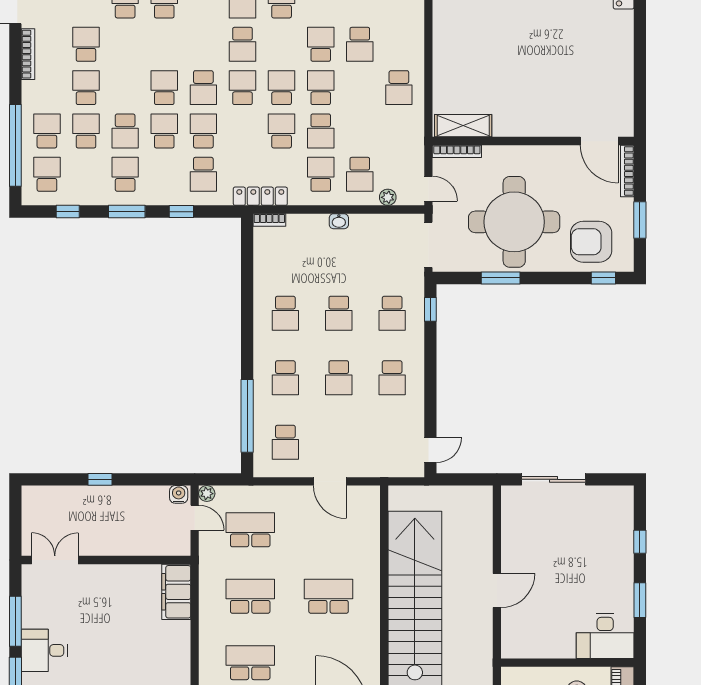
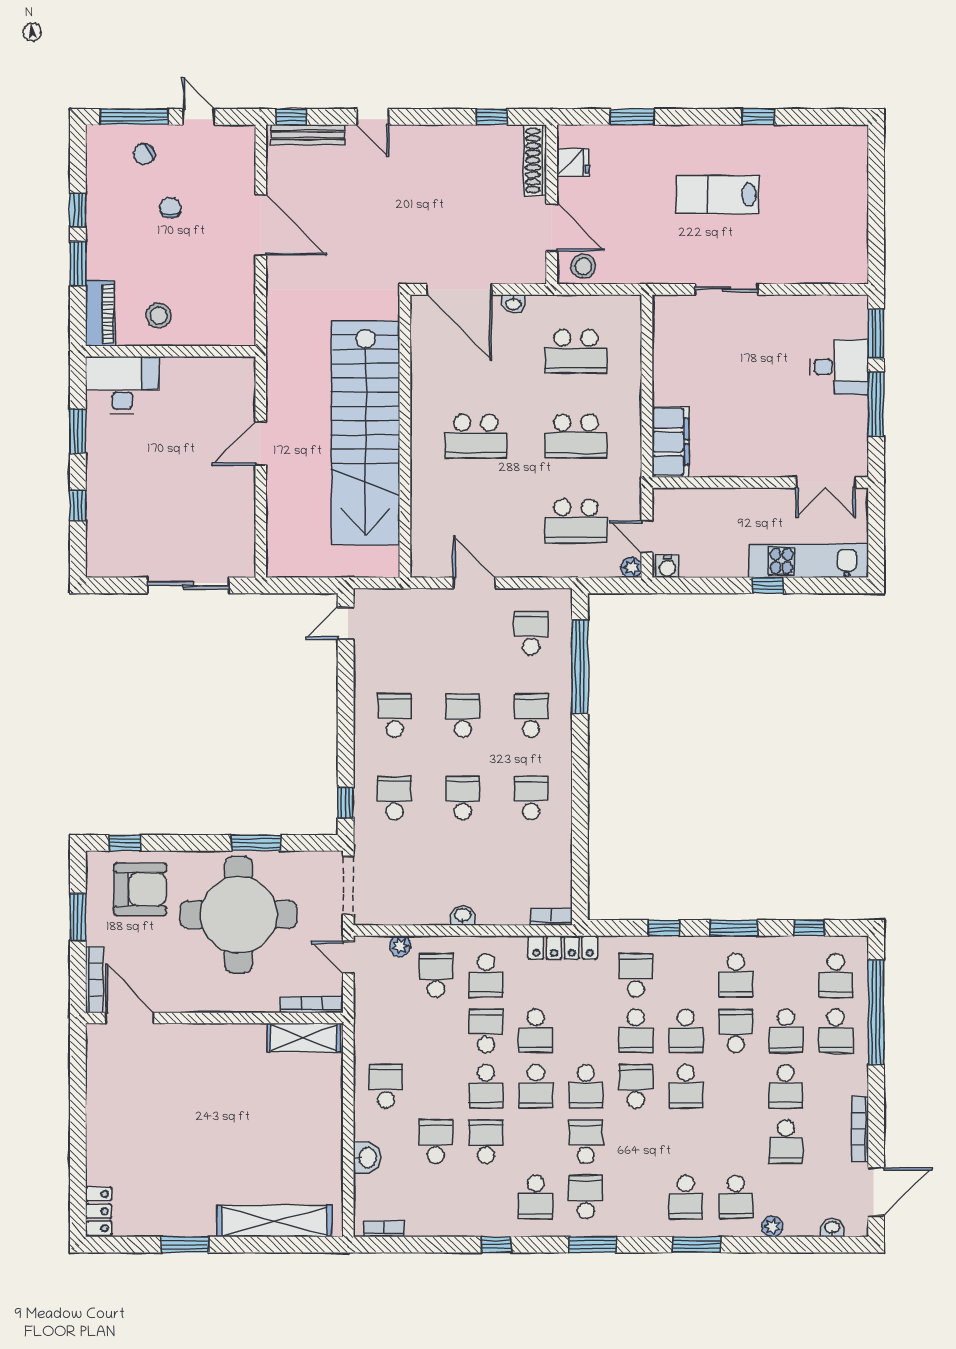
washbasin: (414, 32) -> (367, 1158), added
school desk: (321, 44) -> (486, 1142), turned 180
kitchen unit: (68, 499) -> (809, 561), added

